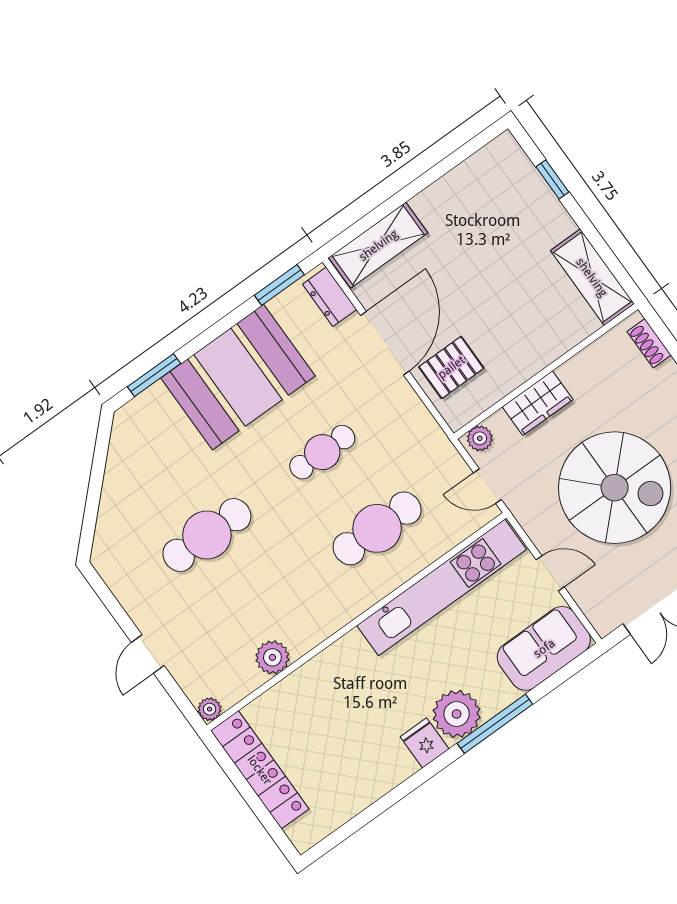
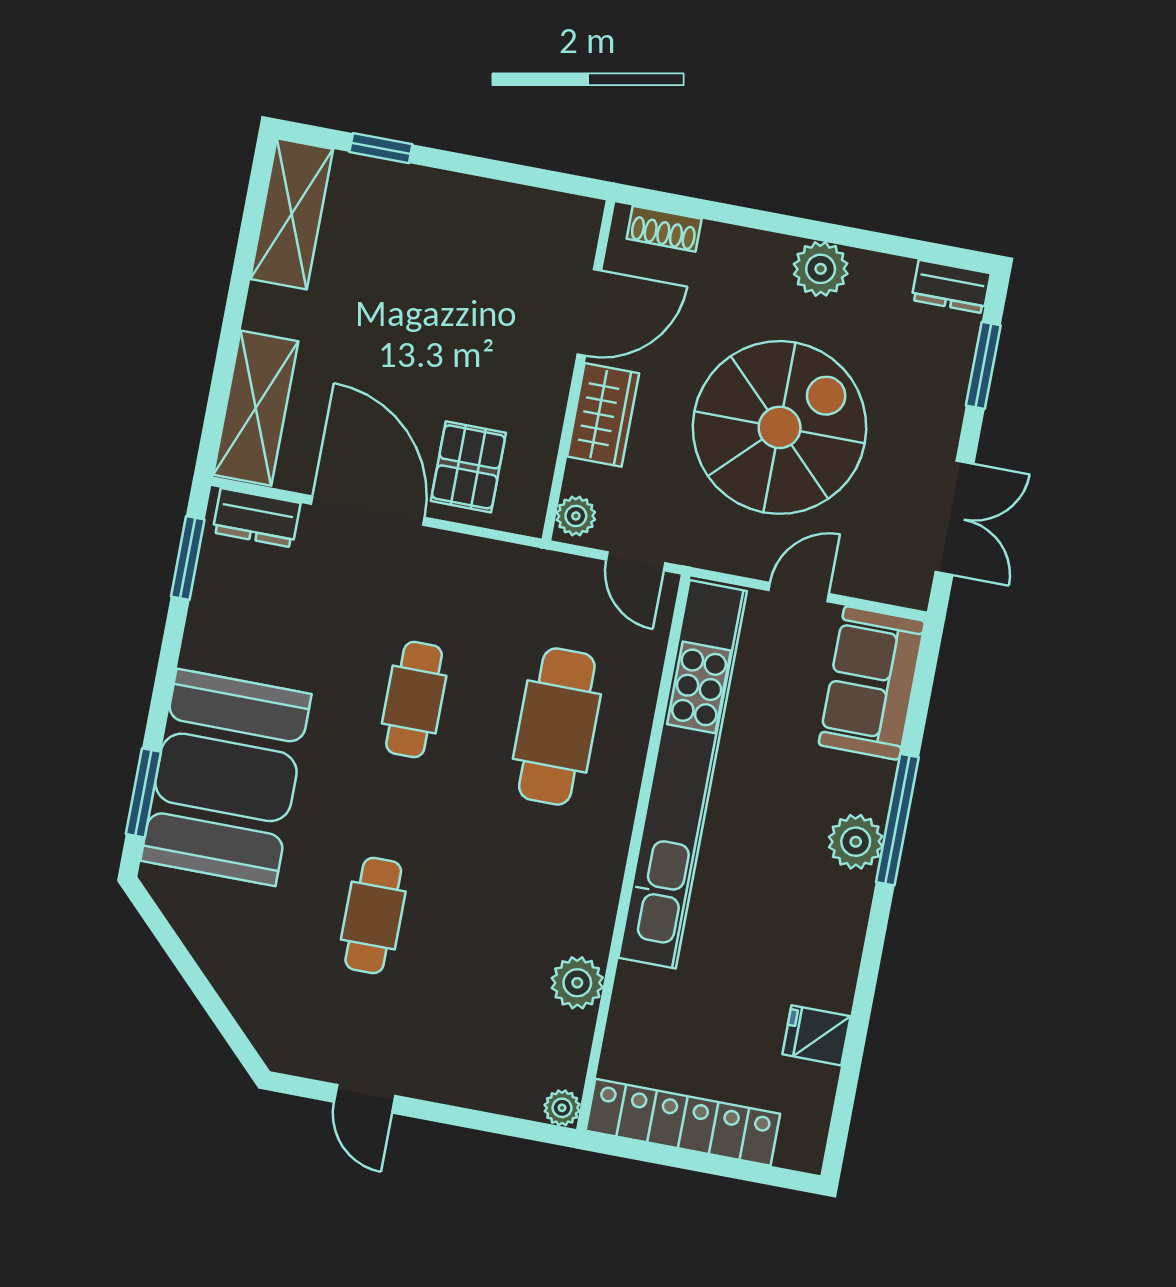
shelving: (592, 277) -> (292, 214), moved, turned 90
door: (577, 349) -> (589, 312), added
booth: (238, 377) -> (226, 777), moved
door: (488, 486) -> (636, 561), hinge flipped
cafe table: (207, 535) -> (373, 916), width x0.73, depth x0.74
kitchen unit: (442, 587) -> (683, 774), width x1.36
door: (148, 654) -> (365, 1099), moved
plant: (457, 714) -> (856, 842), width x0.73, depth x0.73
fridge: (425, 743) -> (816, 1035), moved

